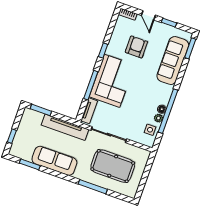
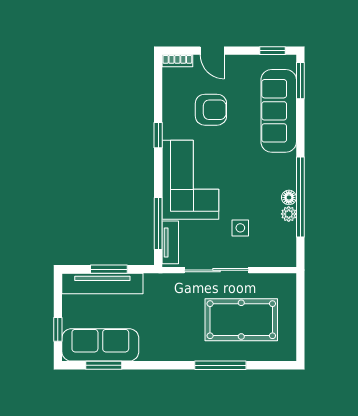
window: (169, 23) -> (273, 51), moved
armchair: (136, 47) -> (211, 110), turned 90
window: (91, 85) -> (158, 224), moved
window: (41, 110) -> (109, 269), moved
tv unit: (65, 127) -> (102, 283), moved
side table: (150, 130) -> (240, 228), moved
sofa: (54, 161) -> (100, 345), moved

